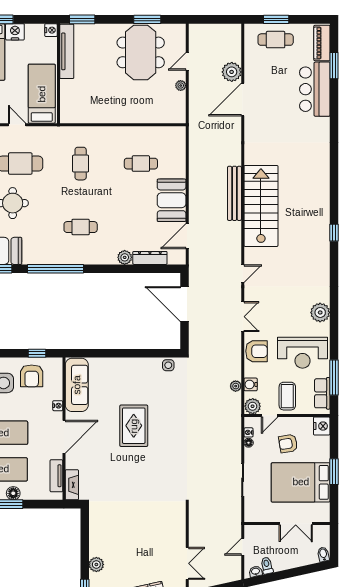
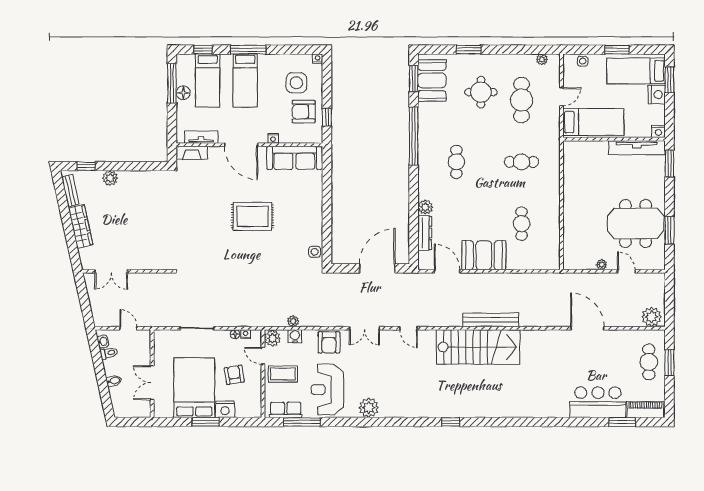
plant: (232, 72) -> (652, 317), moved
nightstand: (322, 426) -> (225, 409), moved
bidet: (323, 554) -> (114, 381), moved

